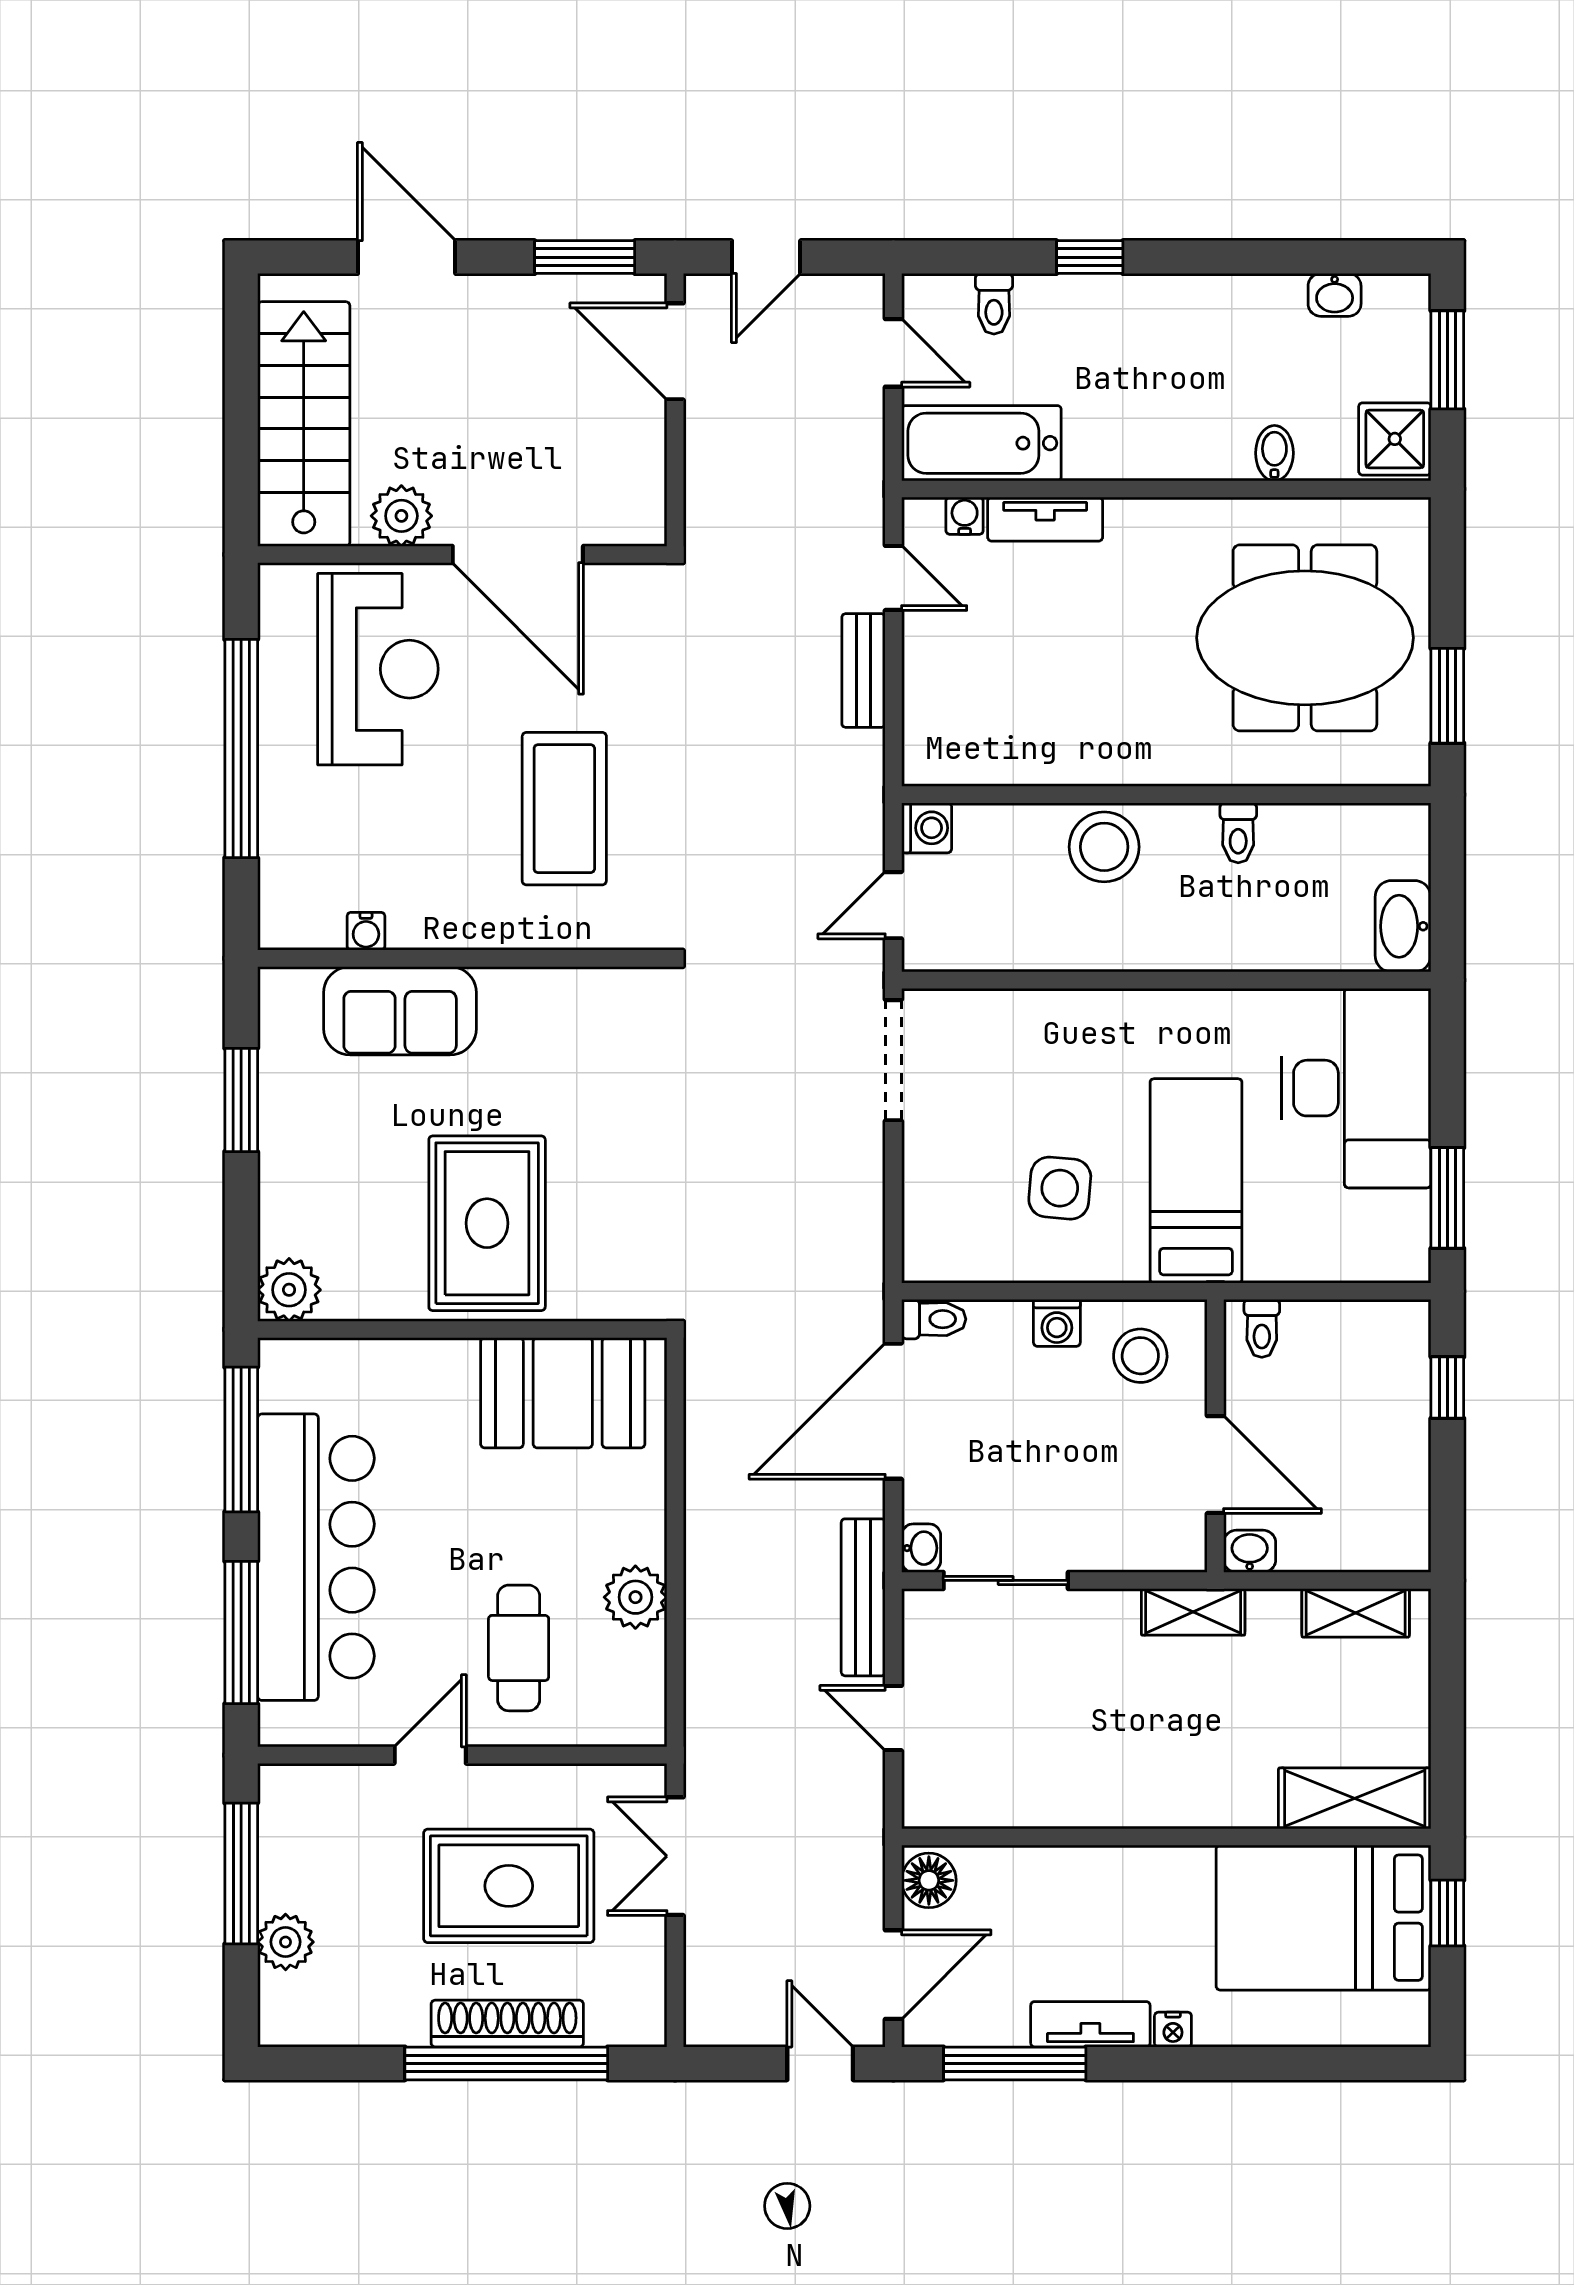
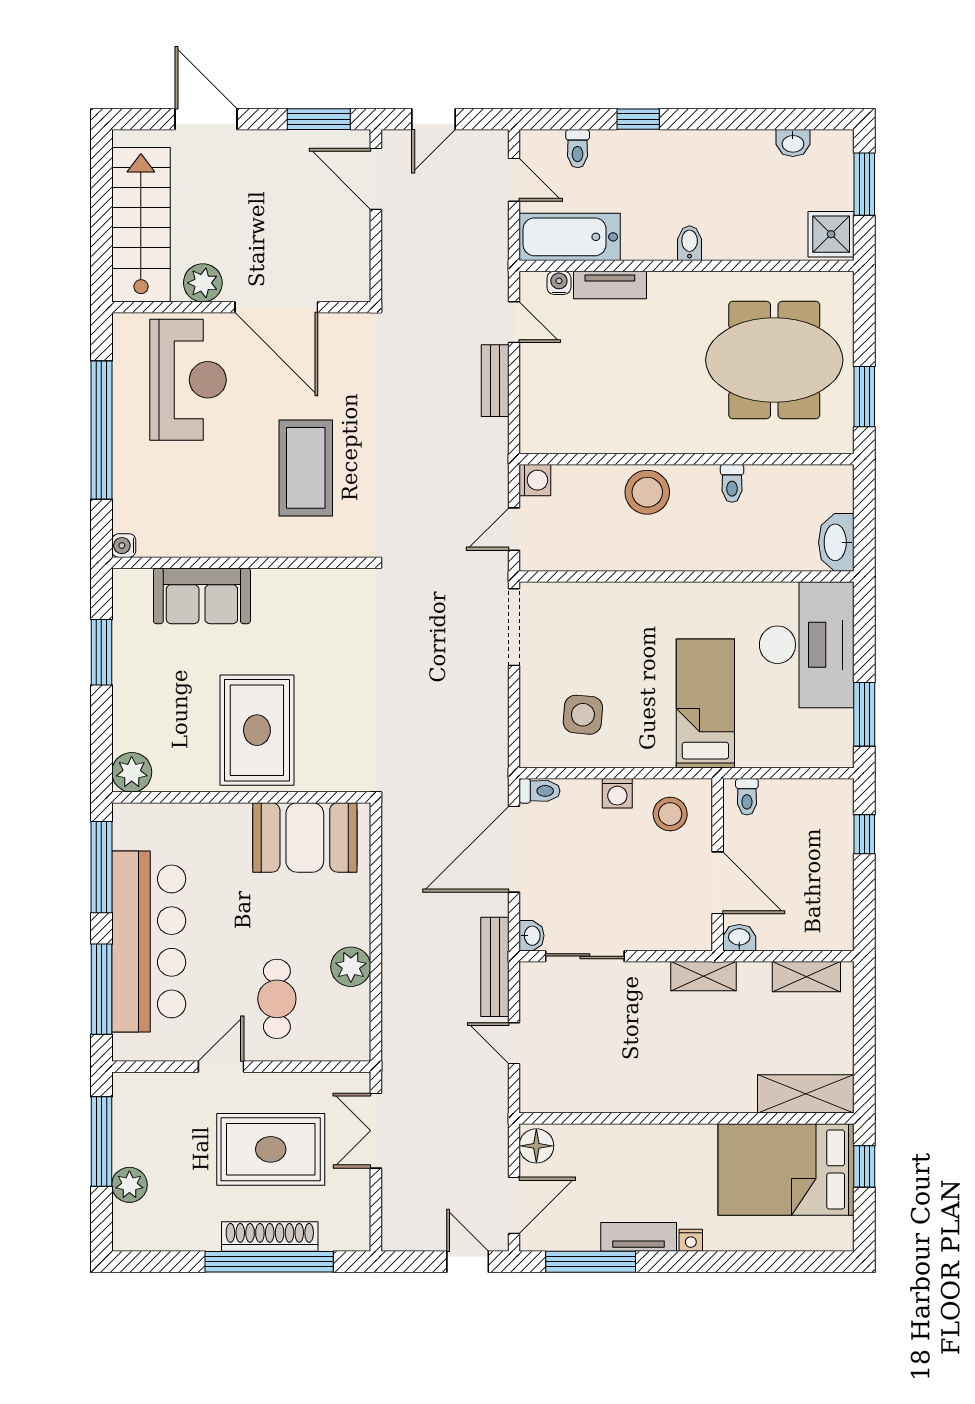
bidet: (1274, 453) -> (690, 243), moved
water cooler: (366, 931) -> (124, 546), moved, turned 90
side table: (1060, 1188) -> (583, 715), moved

